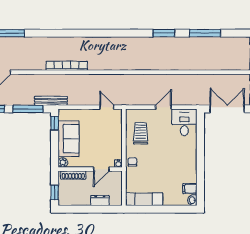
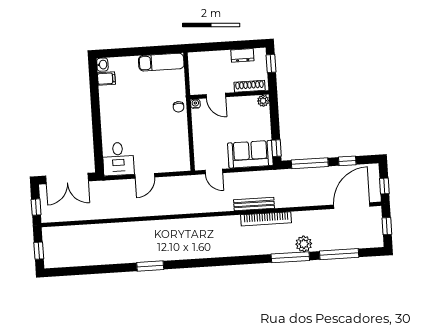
window: (205, 33) -> (290, 257), moved
plant: (37, 43) -> (304, 244), added
bench: (51, 101) -> (254, 204), moved
trolley: (141, 133) -> (171, 142), removed
sofa: (68, 139) -> (250, 154), moved, turned 90
door: (101, 169) -> (216, 96), swing flipped
dresser: (100, 201) -> (242, 55), moved

